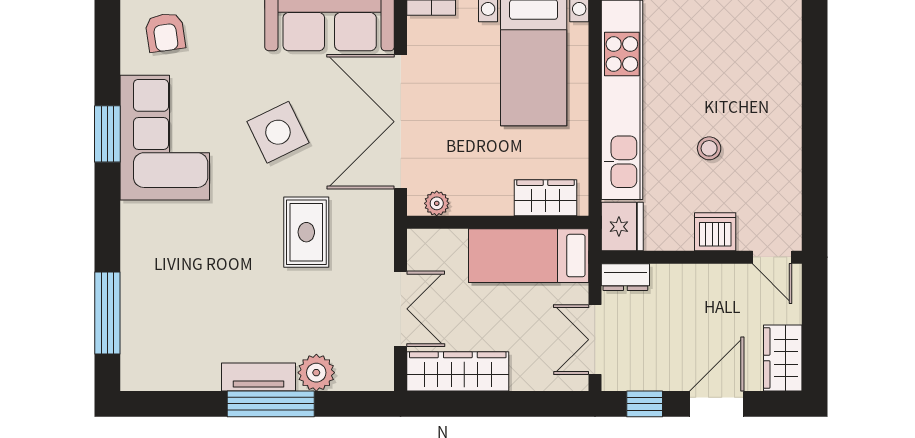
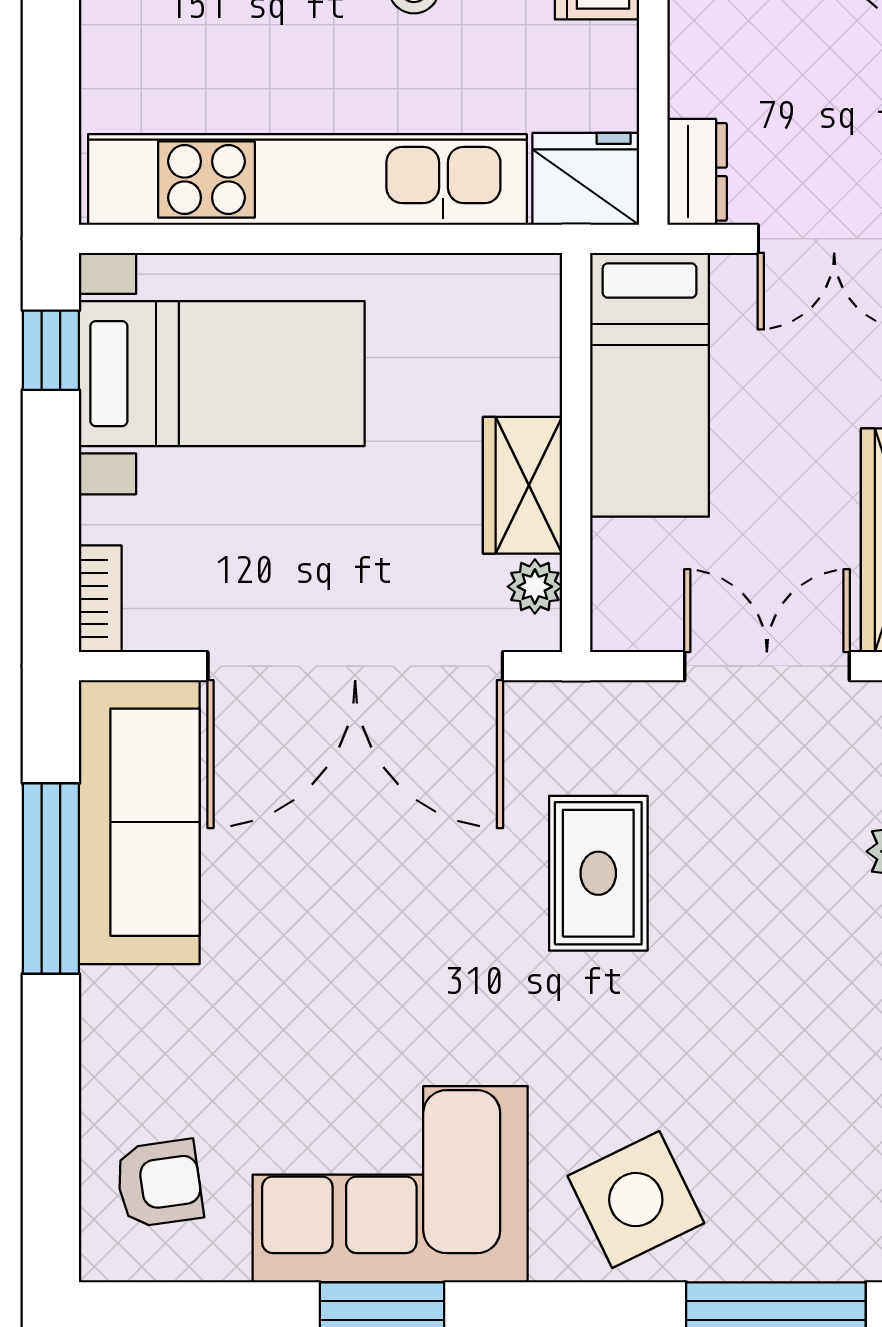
side table: (278, 132) -> (636, 1200), moved
wardrobe: (546, 198) -> (523, 485), moved
rug: (306, 232) -> (598, 873), turned 90

